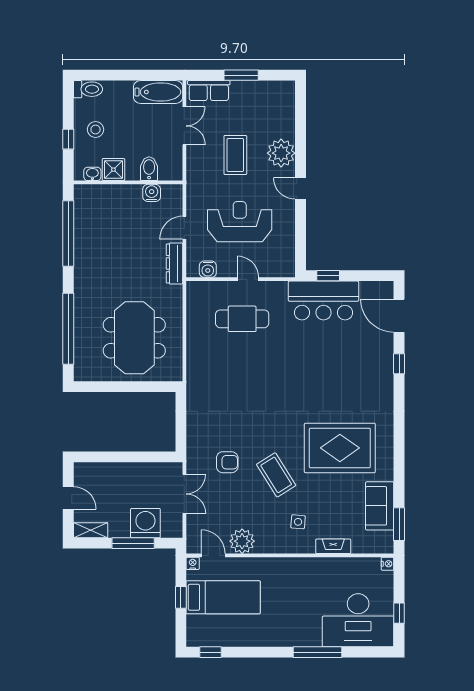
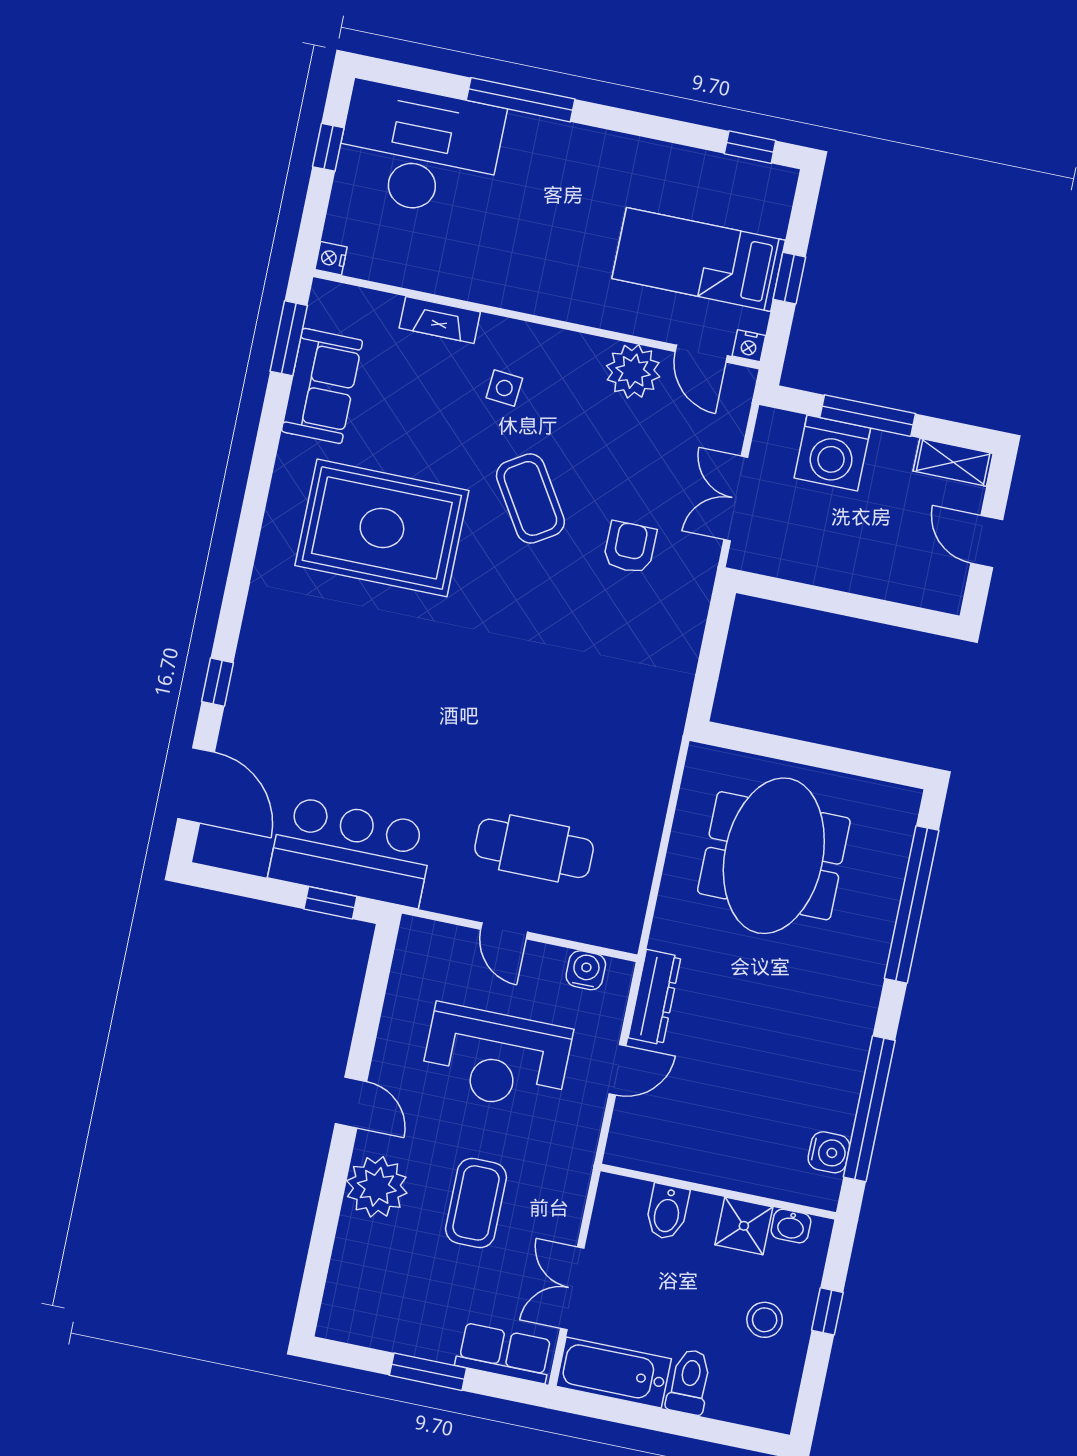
toilet: (88, 89) -> (689, 1382), moved, turned 90
water cooler: (152, 193) -> (829, 1152), moved, turned -90
armchair: (227, 462) -> (630, 547), turned 90

